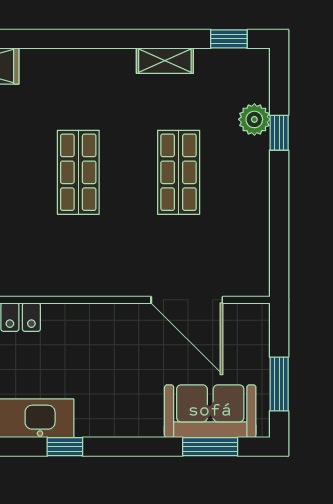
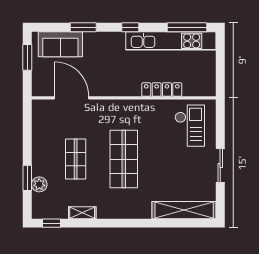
window: (279, 133) -> (27, 178), width x1.50
shop shelf: (78, 172) -> (124, 159), width x1.43, depth x1.36
window: (210, 447) -> (83, 27), moved

